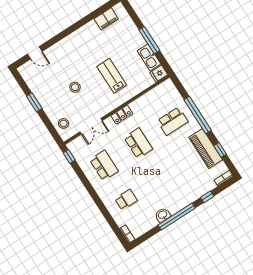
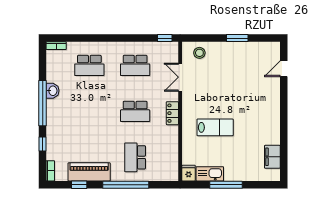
stool: (75, 87) -> (227, 86), removed
school desk: (126, 200) -> (89, 65), width x1.85

